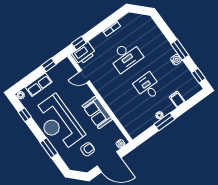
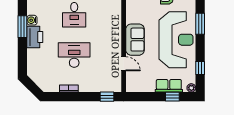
printer: (84, 53) -> (35, 37), moved, turned 90
window: (49, 65) -> (172, 97), moved
sofa: (97, 112) -> (135, 40), moved

